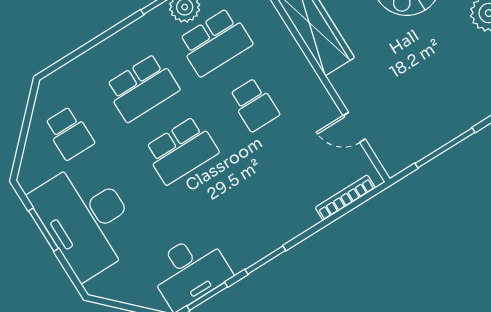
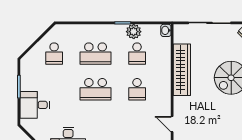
school desk: (215, 42) -> (137, 54), width x0.54
desk: (86, 219) -> (35, 105), width x0.53, depth x0.77

